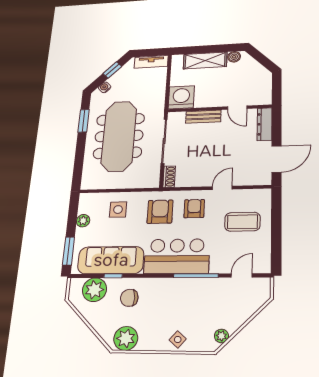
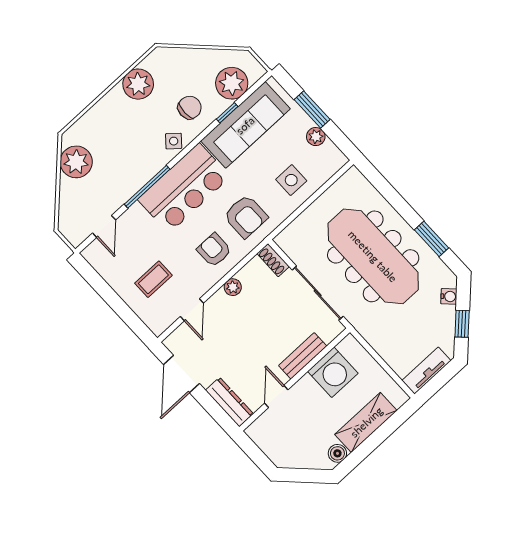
washing machine: (181, 97) -> (333, 372), moved
door: (237, 108) -> (276, 396), hinge flipped
plant: (204, 181) -> (233, 287), added
door: (222, 188) -> (192, 310), moved
armchair: (194, 209) -> (214, 250), turned 180
coffee table: (242, 222) -> (153, 279), width x0.73, depth x0.77
window: (69, 251) -> (312, 109), moved
plant: (221, 336) -> (76, 162), width x1.88, depth x1.88
plant: (126, 338) -> (138, 84), moved
side table: (178, 339) -> (174, 141), moved

